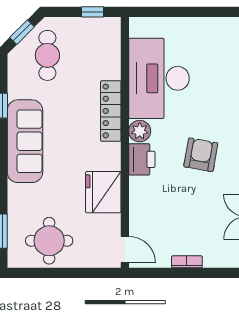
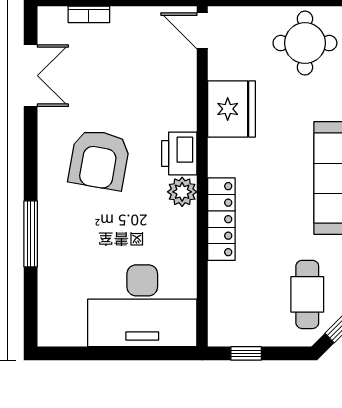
desk: (159, 78) -> (142, 306), moved, turned 90
armchair: (201, 155) -> (99, 160), width x1.36, depth x1.36
bookcase: (187, 262) -> (89, 14), moved

